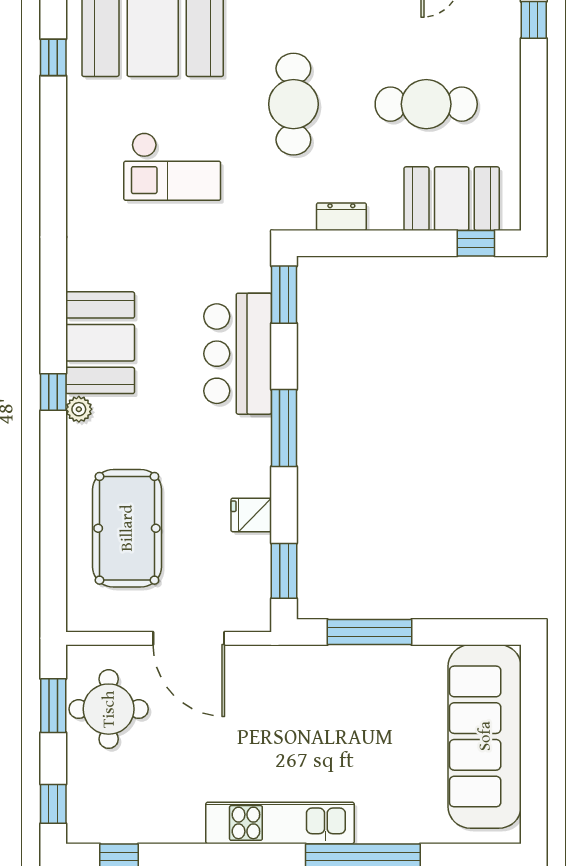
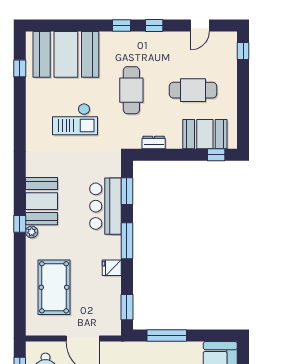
window: (284, 295) -> (127, 191), moved
fridge: (251, 515) -> (112, 268), moved

